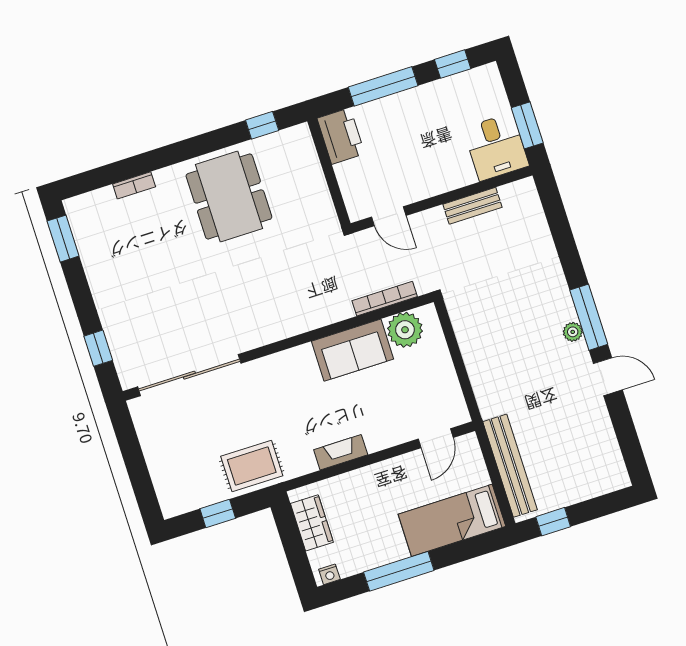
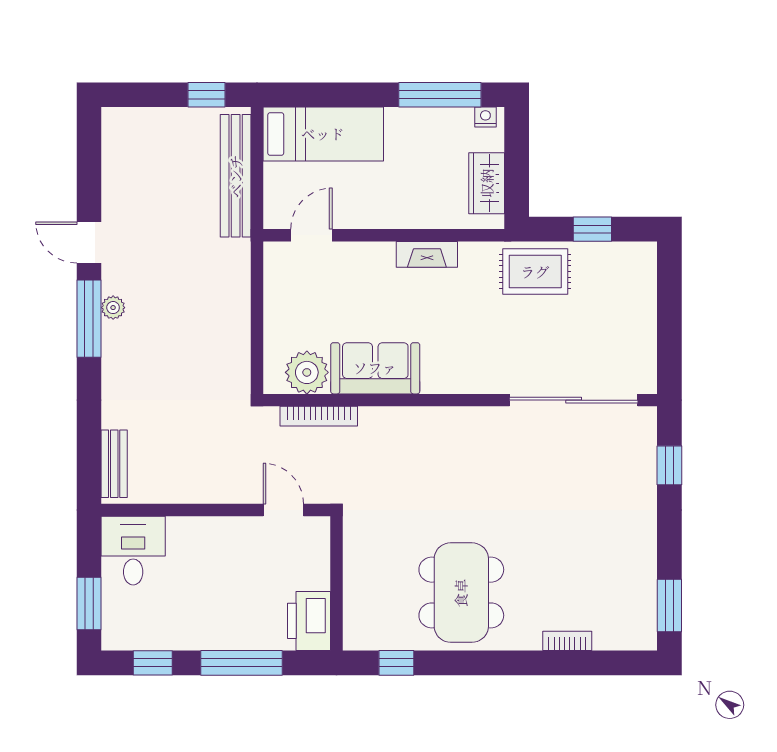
window: (527, 125) -> (89, 604), moved
bench: (472, 206) -> (114, 464), moved, turned 90
window: (399, 571) -> (440, 95), moved

